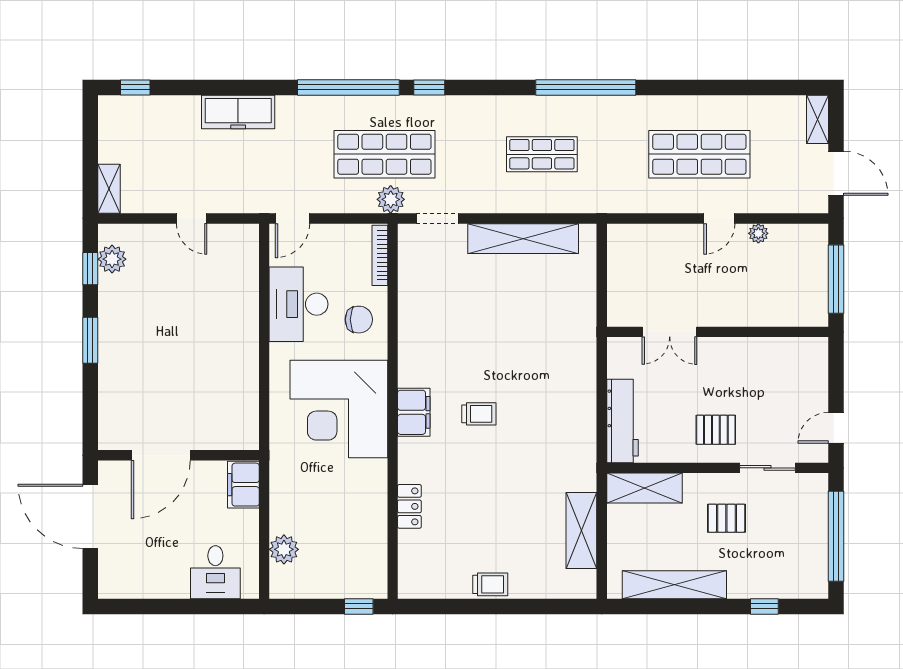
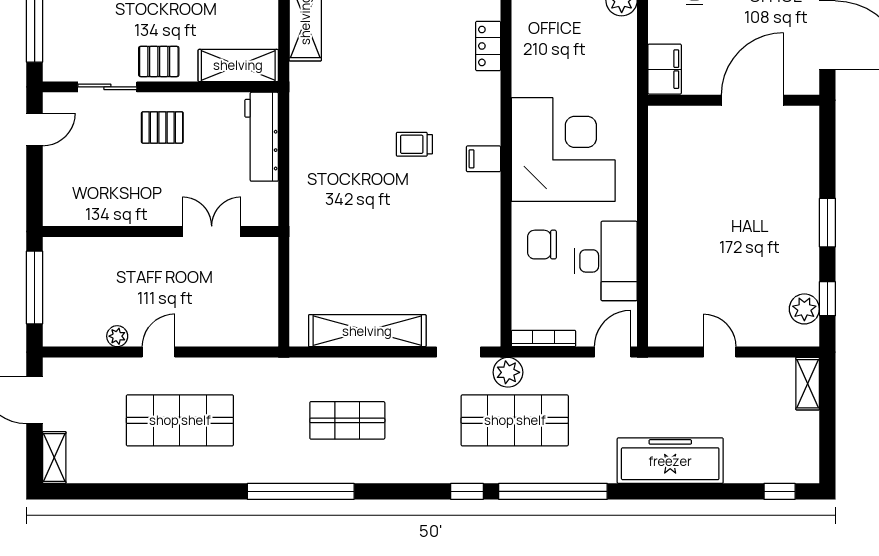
freezer: (238, 112) -> (670, 461), width x1.36, depth x1.26
bookcase: (380, 255) -> (543, 338), moved, turned -90
filing cabinet: (414, 412) -> (483, 159), width x0.50
pallet: (726, 518) -> (159, 61), moved

